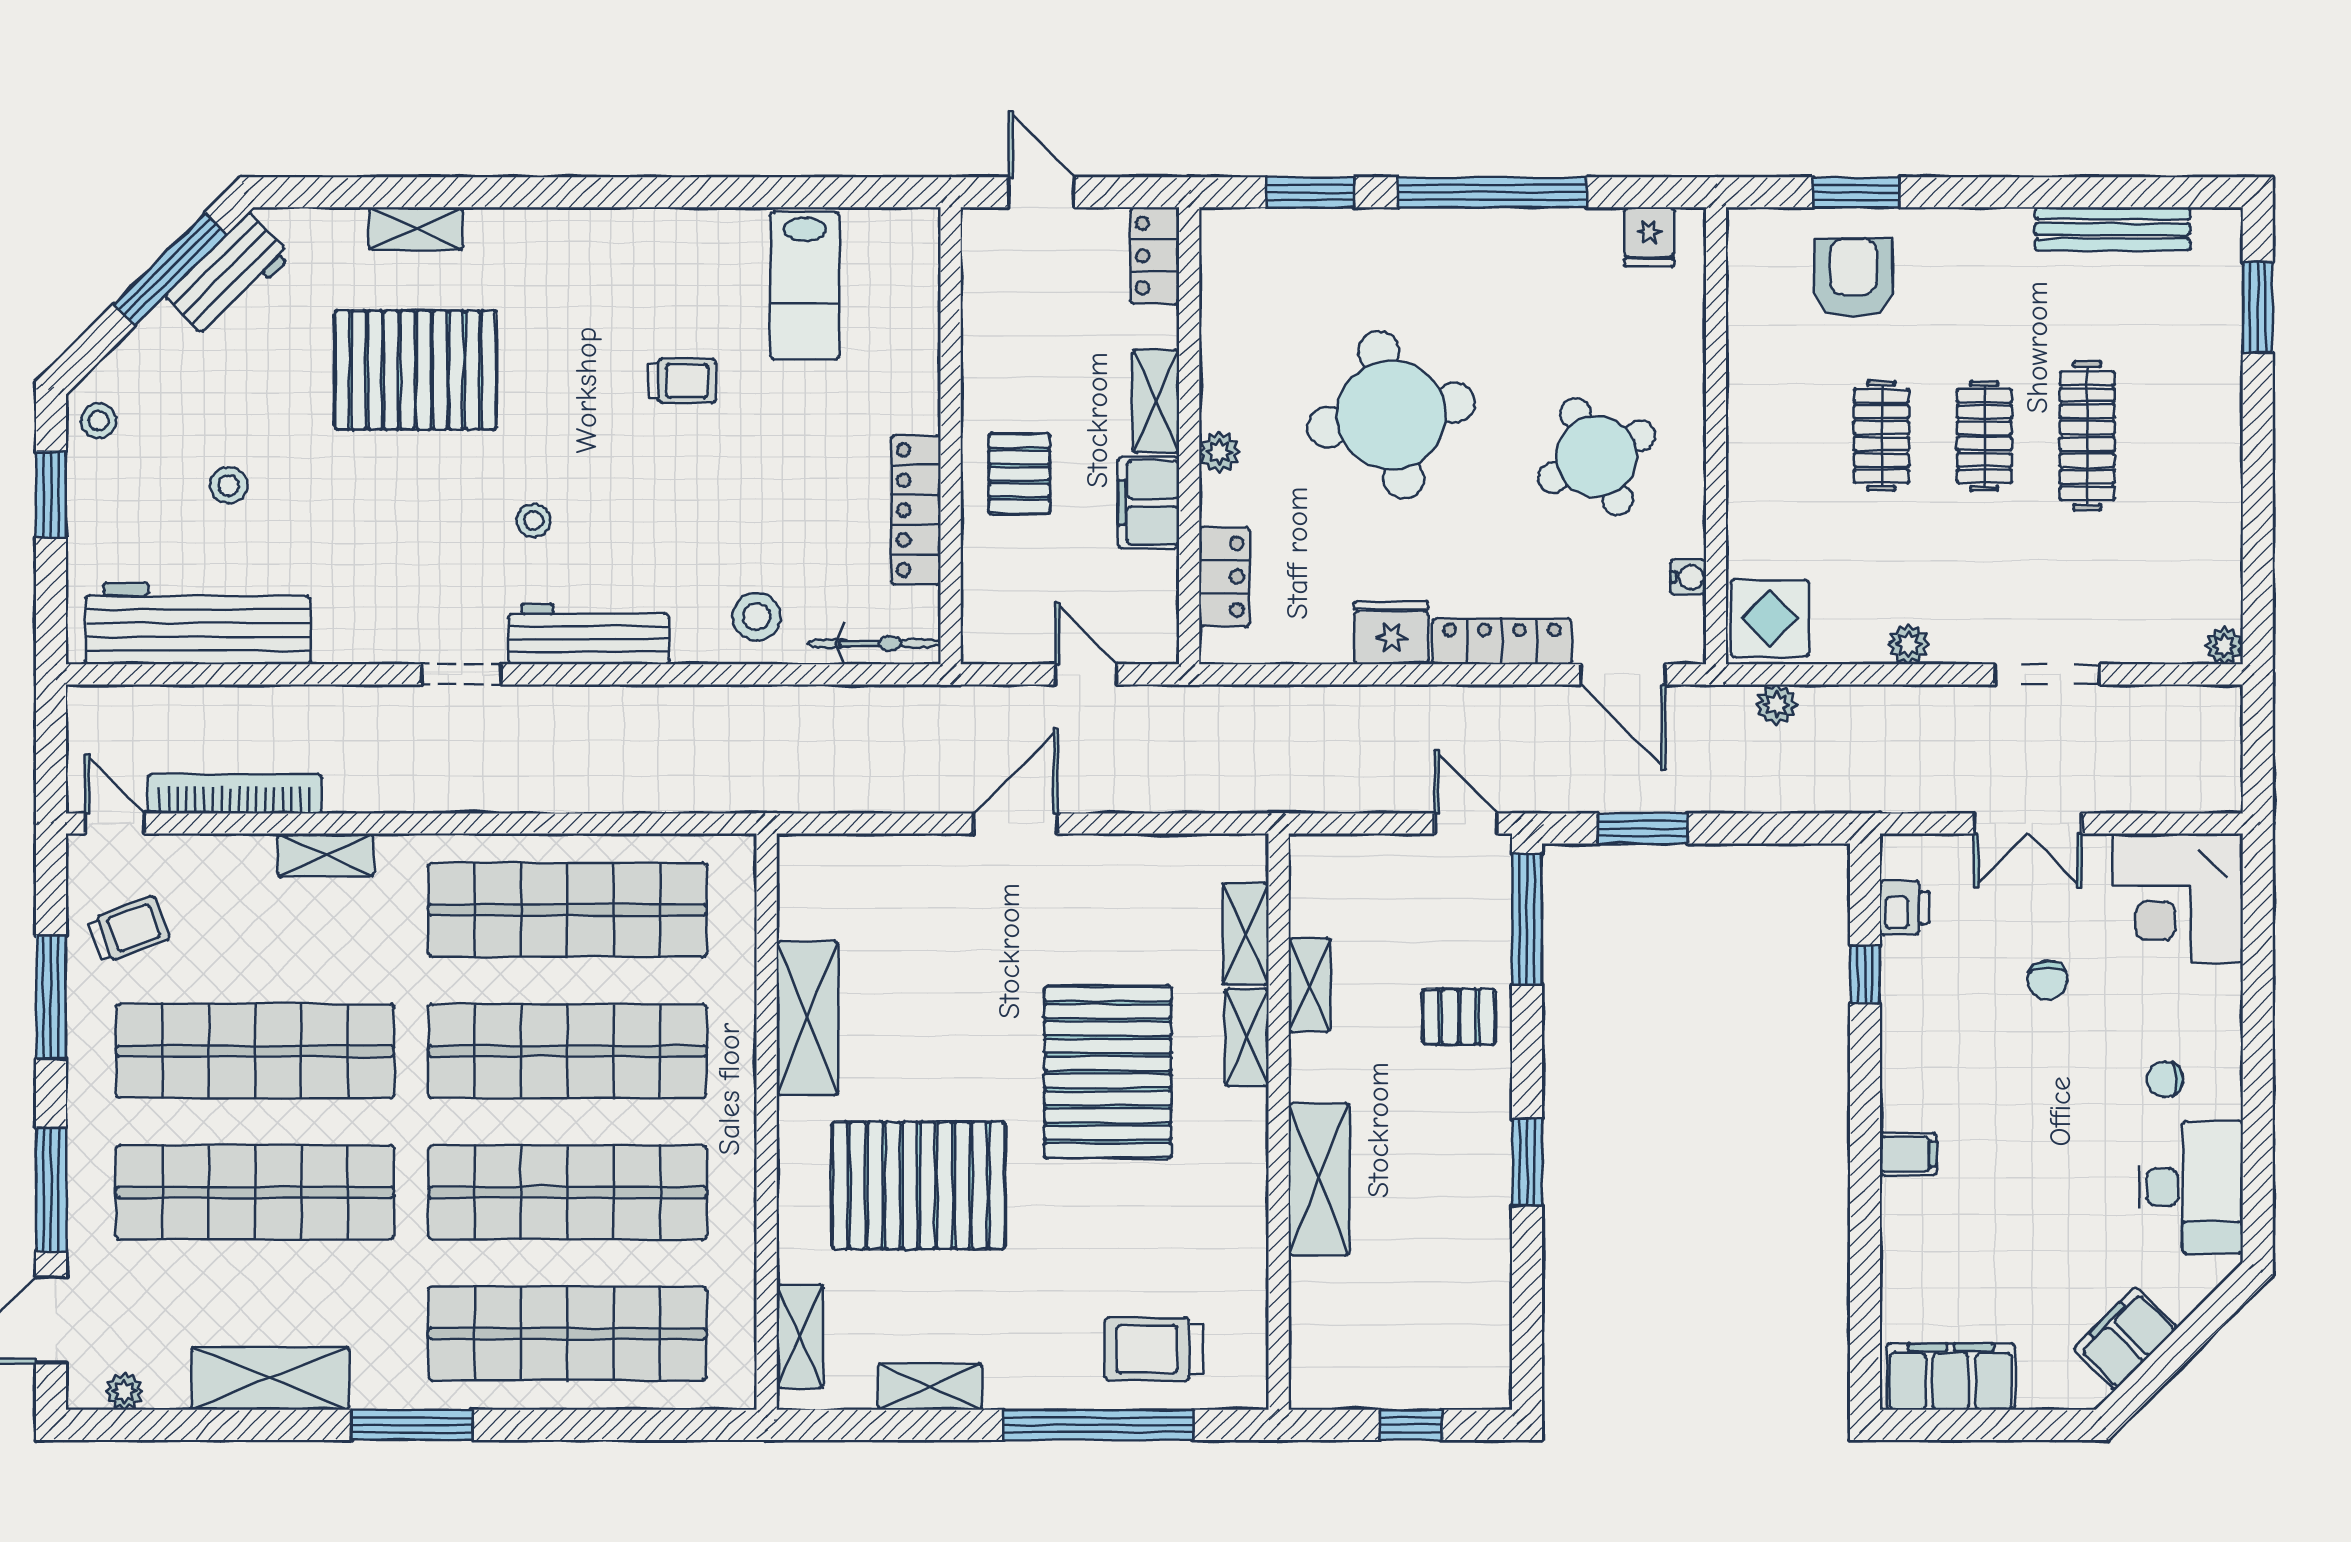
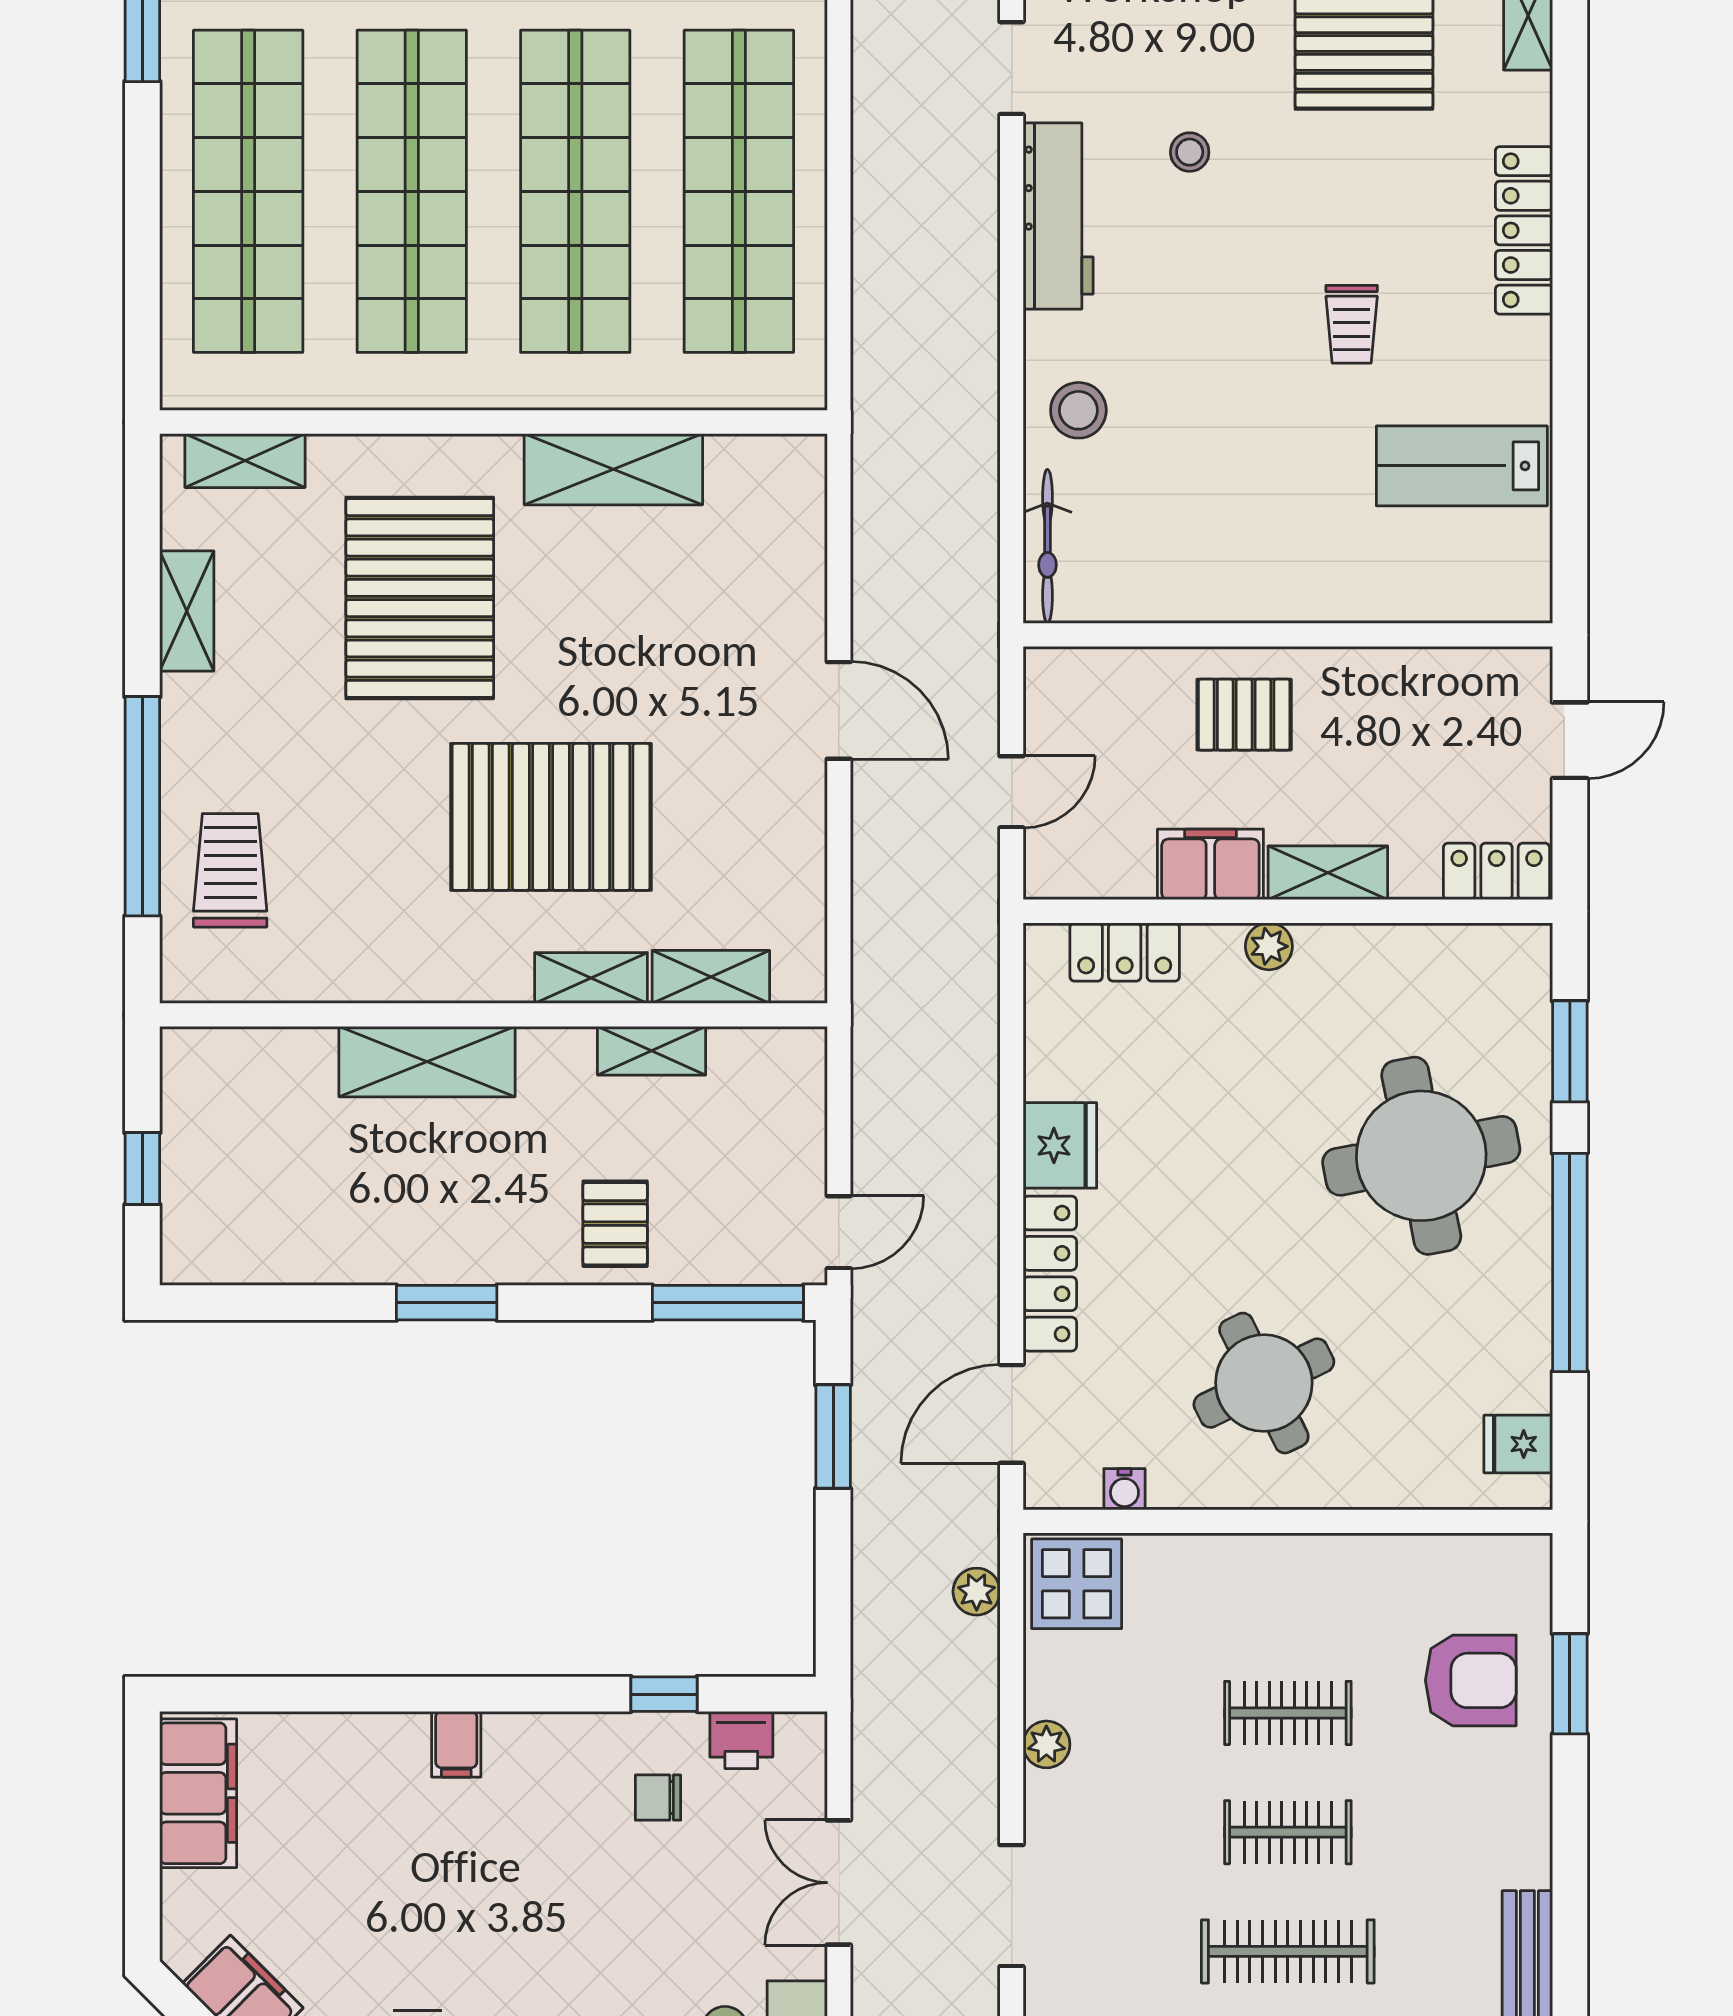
round table: (1391, 415) -> (1421, 1156), moved
locker: (916, 510) -> (1524, 230), moved, turned -90
chair: (2048, 980) -> (658, 1798), moved

